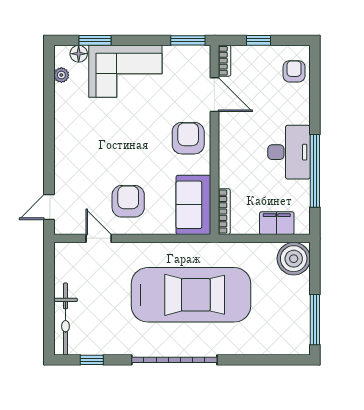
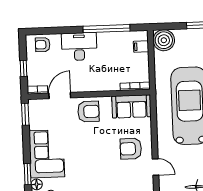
armchair: (188, 138) -> (88, 111), turned 180
desk: (289, 152) -> (79, 47), moved
filing cabinet: (277, 223) -> (141, 47), width x0.50
door: (99, 238) -> (156, 167), swing flipped

